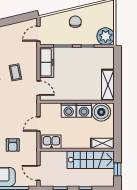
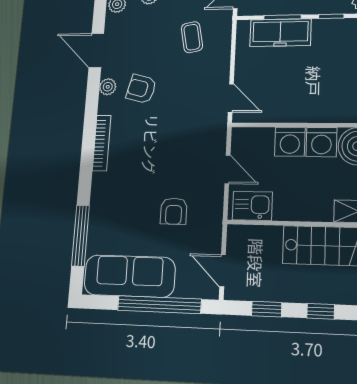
freezer: (47, 62) -> (280, 33), moved, turned 90
coffee table: (15, 72) -> (192, 37), moved
door: (38, 124) -> (227, 169), swing flipped

